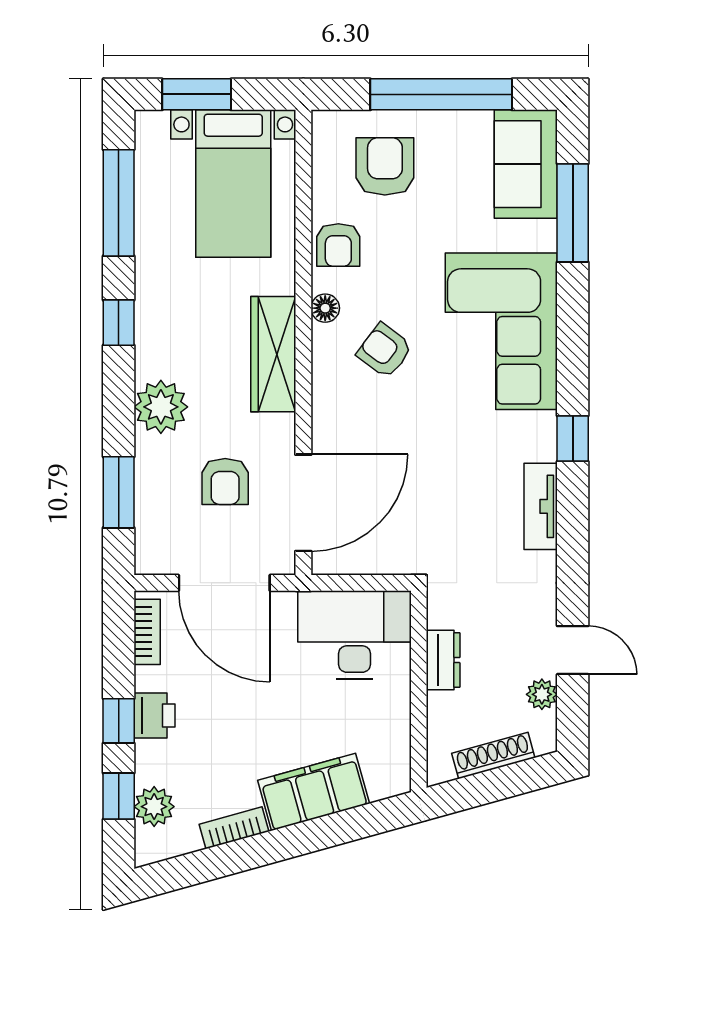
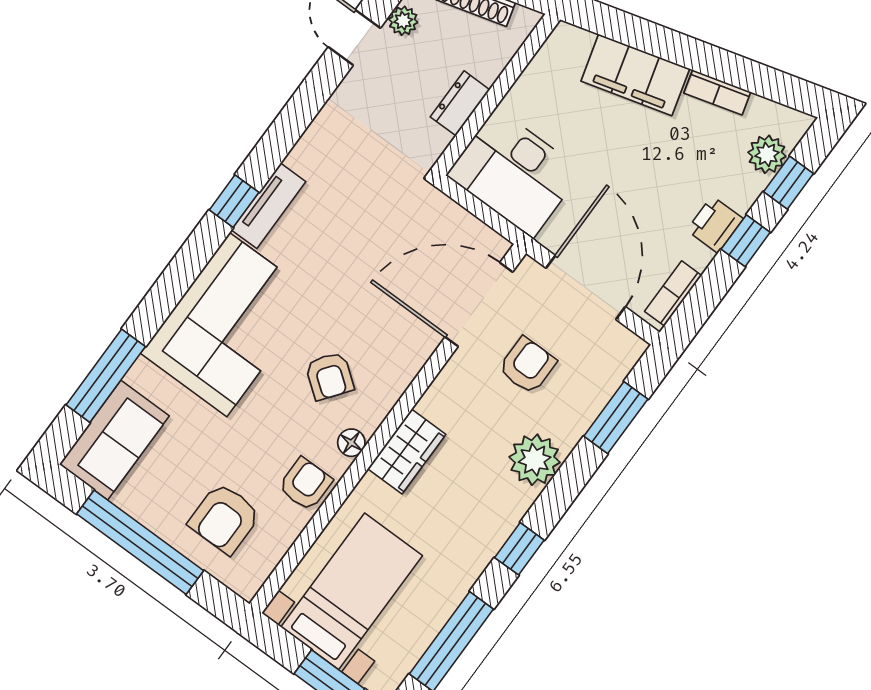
wardrobe: (273, 354) -> (407, 452), width x0.67
tv unit: (541, 506) -> (269, 206), moved

